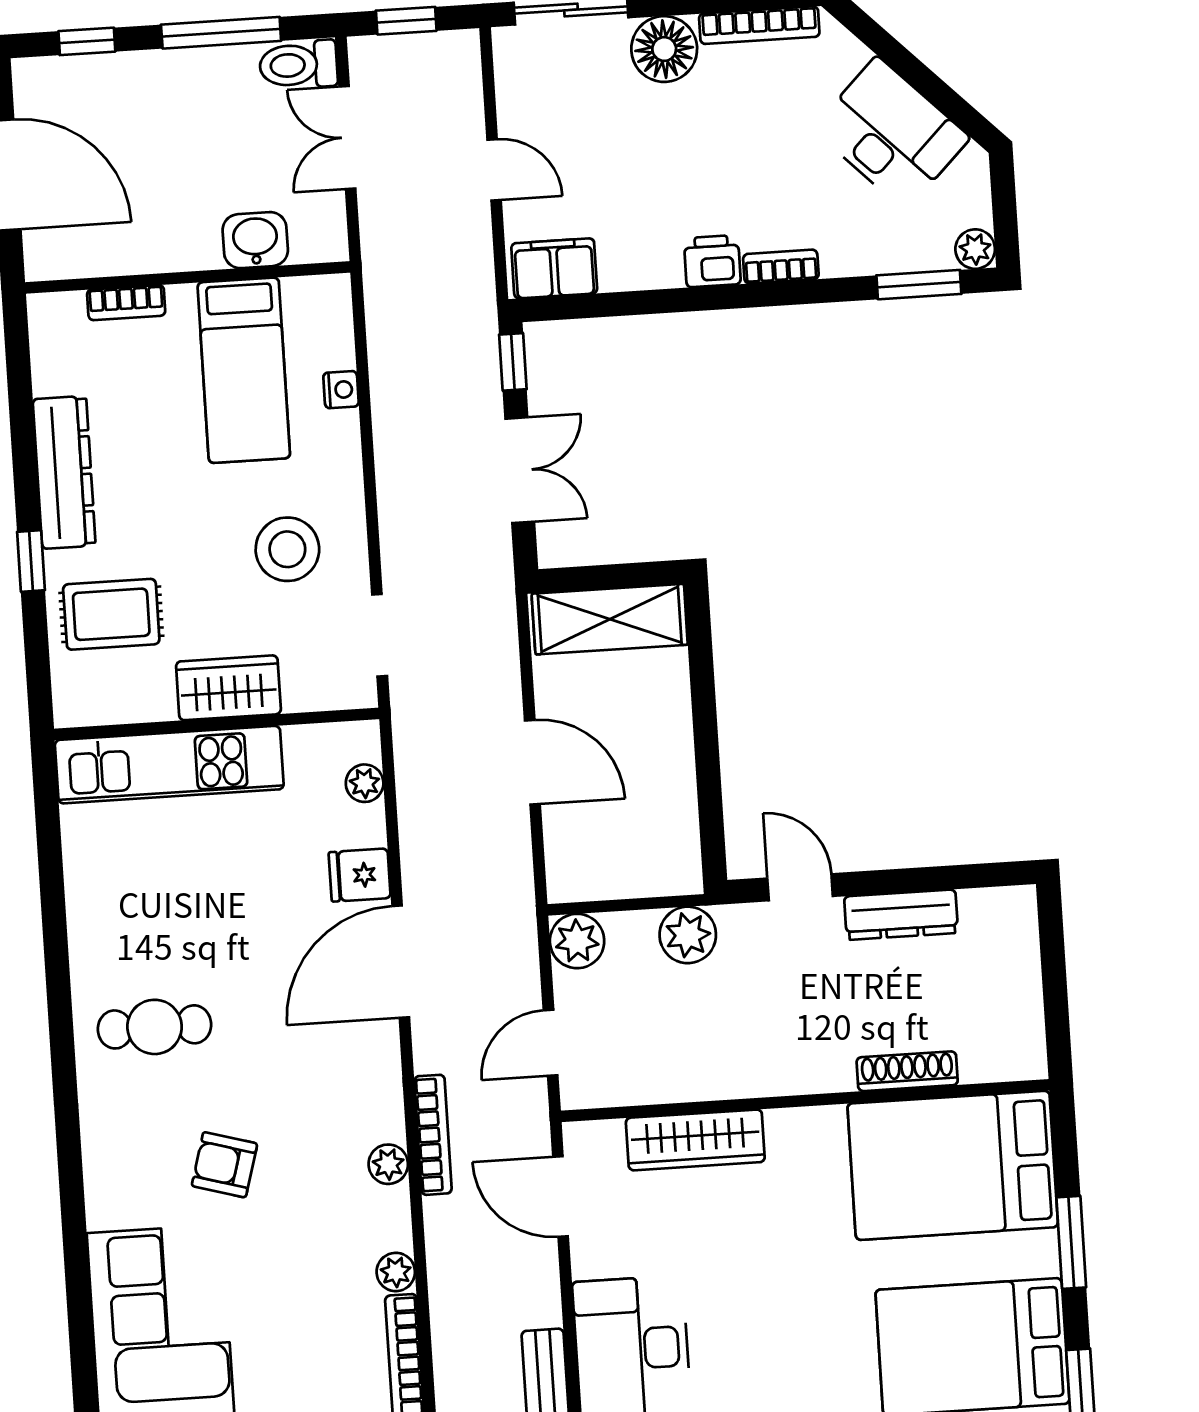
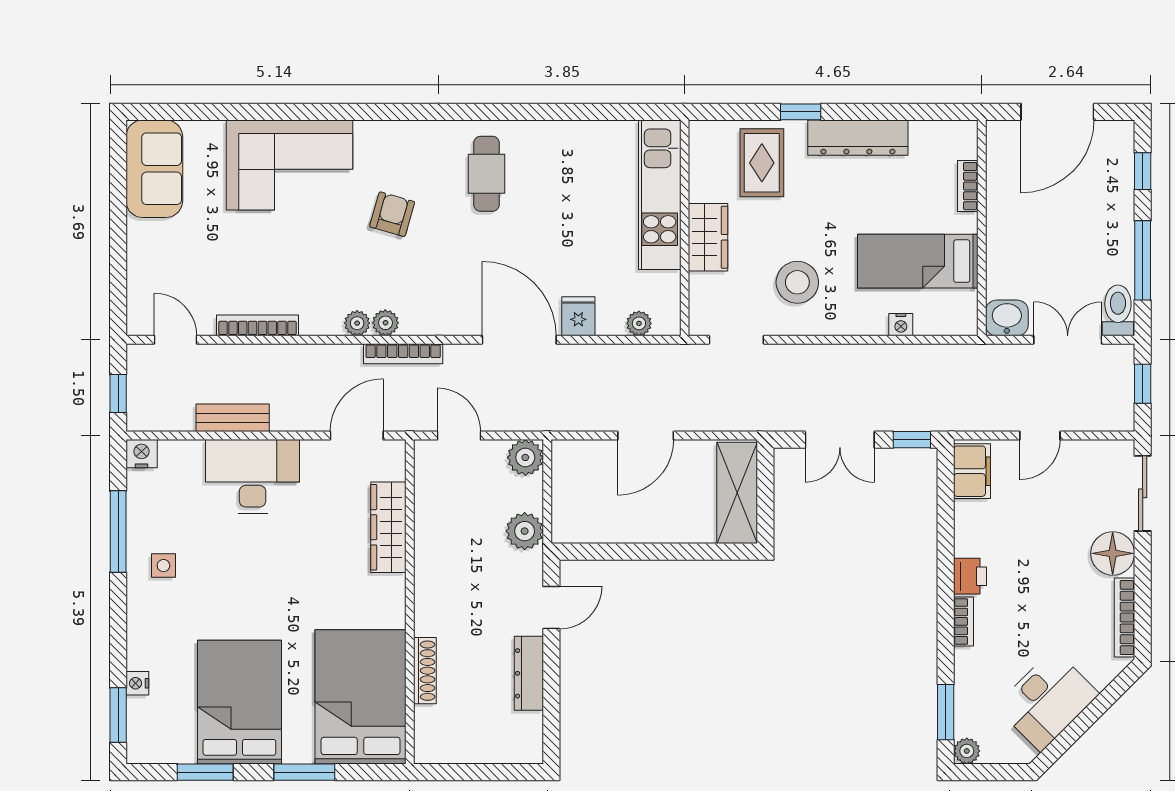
washbasin: (255, 240) -> (1007, 318), moved, turned -90
plant: (396, 1272) -> (357, 323), moved

